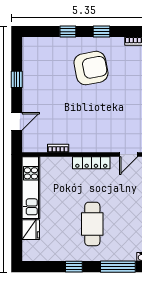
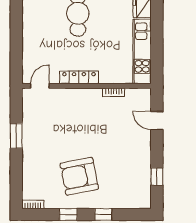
window: (17, 79) -> (157, 177), moved
door: (17, 121) -> (157, 121), hinge flipped

